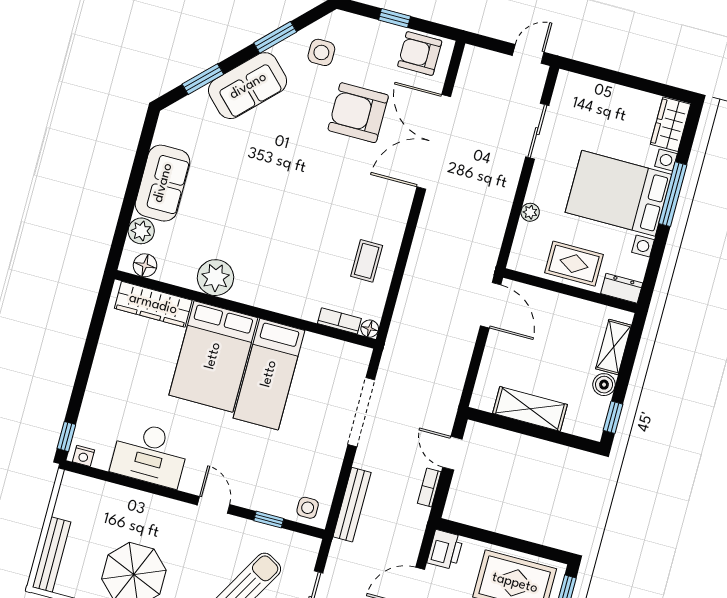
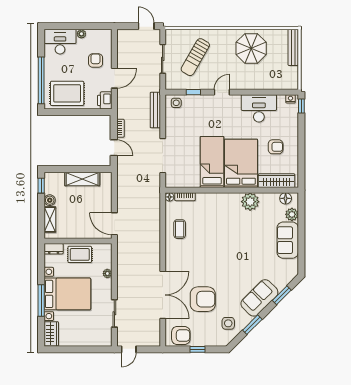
armchair: (138, 371) -> (276, 147), added
door: (213, 505) -> (222, 92), swing flipped

